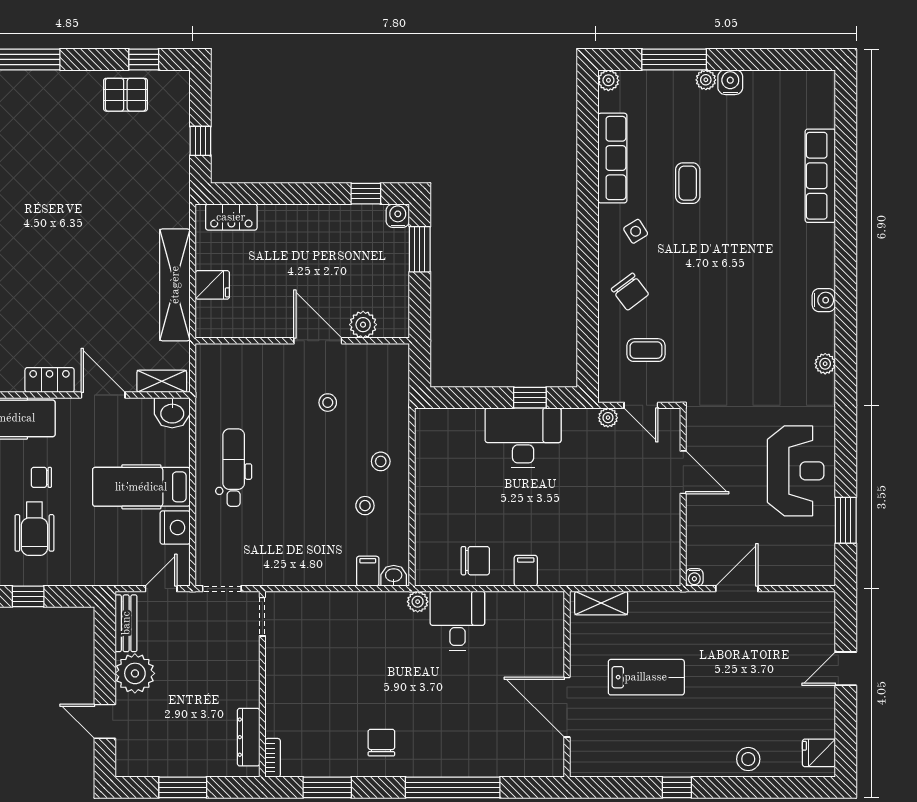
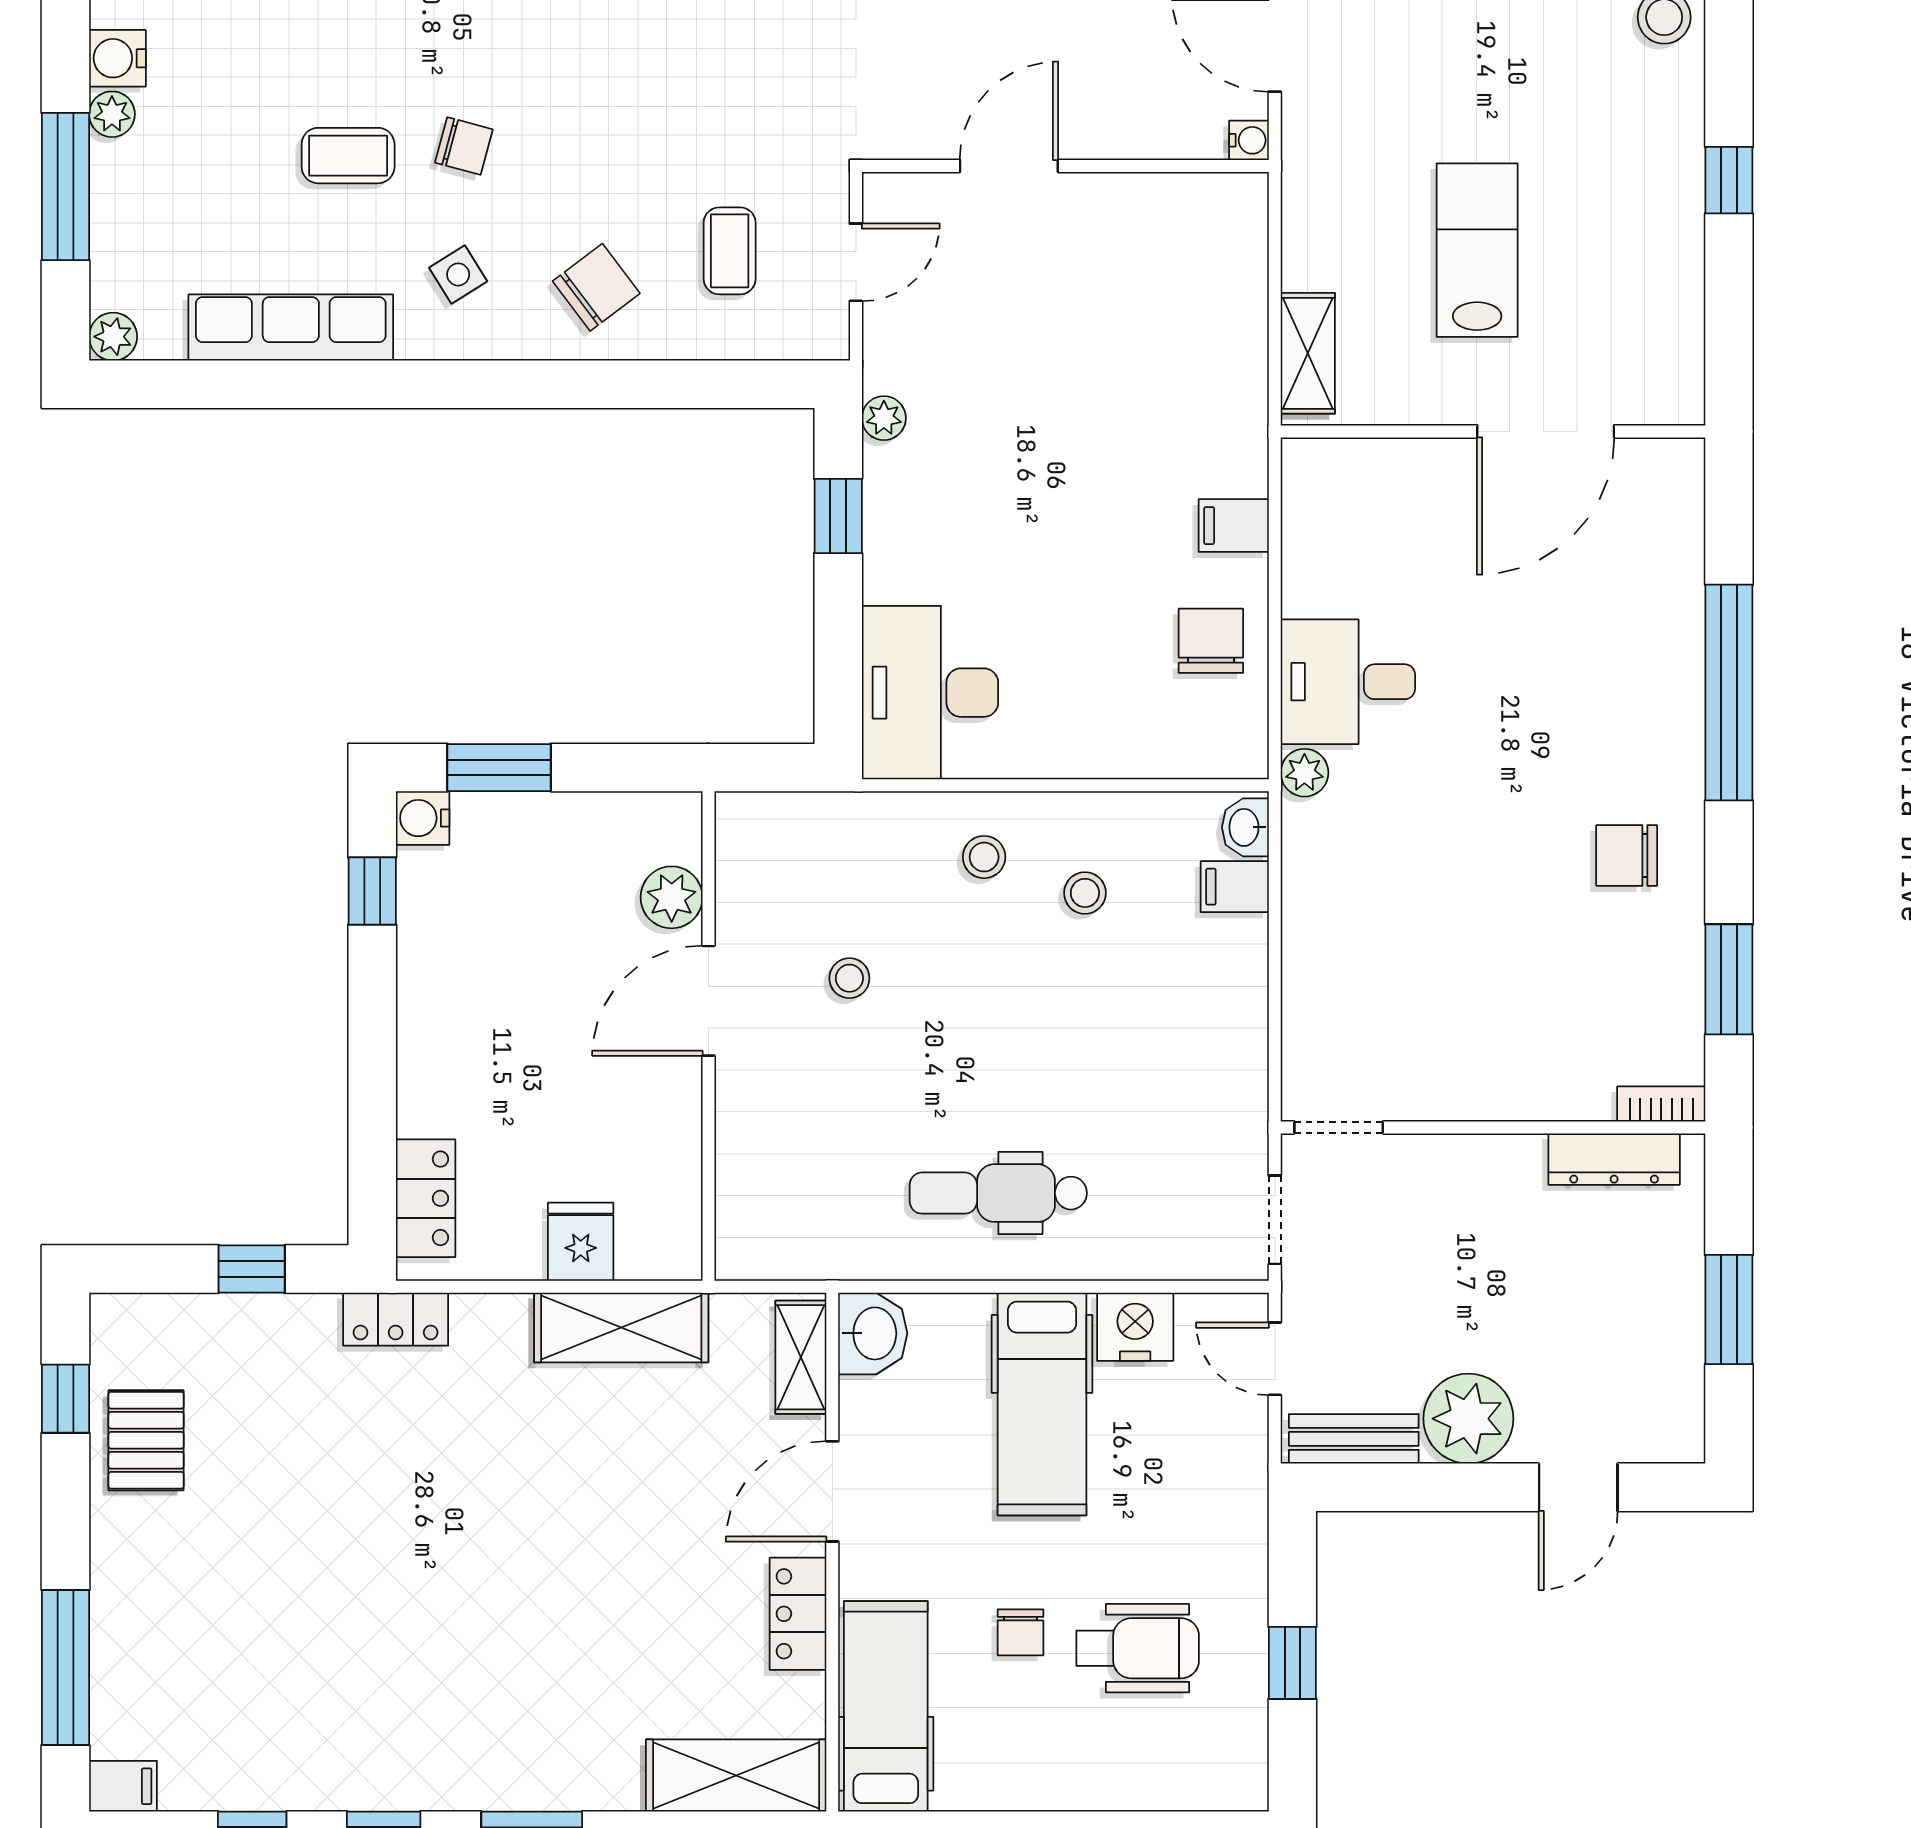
locker: (178, 204) -> (396, 1319), added
chair: (692, 234) -> (464, 146), added
shelving: (175, 285) -> (621, 1327), width x0.68
plant: (608, 418) -> (884, 418), moved
desk: (523, 438) -> (930, 693), moved

